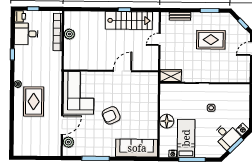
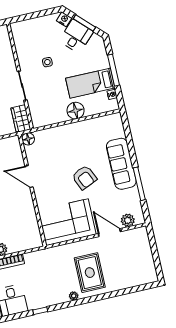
floor lamp: (153, 78) -> (28, 139), added
rug: (34, 102) -> (90, 273), turned 90
sofa: (137, 148) -> (121, 164), moved

